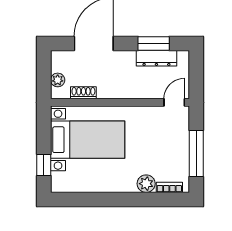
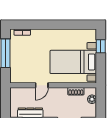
door: (174, 102) -> (42, 85), moved
plant: (146, 184) -> (37, 34), removed

